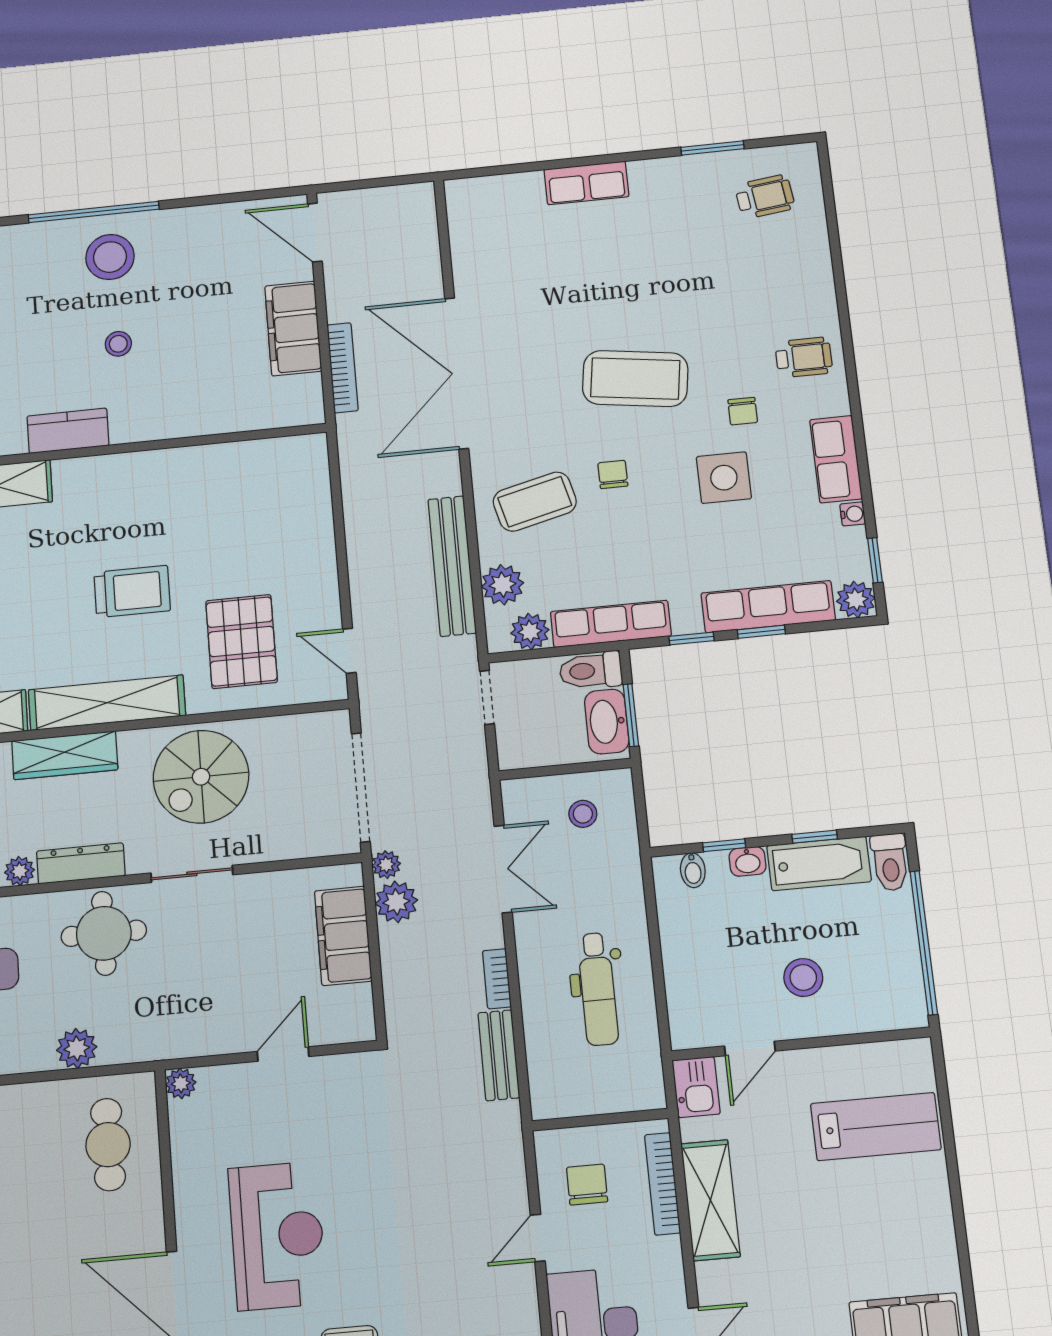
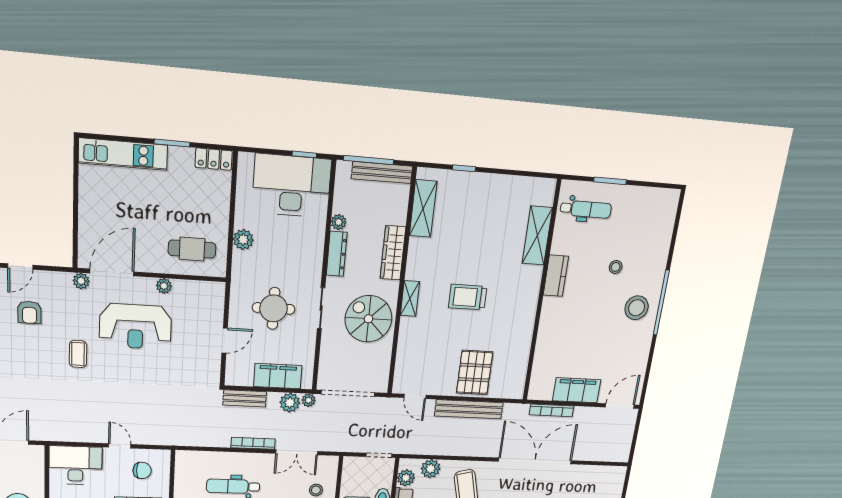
stool: (118, 344) -> (616, 267), moved
bench: (452, 566) -> (469, 409), moved
trolley: (132, 592) -> (468, 297), turned 90
pallet: (241, 641) -> (475, 373), moved, turned 90
door: (349, 651) -> (415, 396), swing flipped
shelving: (107, 703) -> (410, 298), width x0.45, depth x0.75
round table: (104, 933) -> (274, 308), moved
bookcase: (497, 979) -> (253, 443), width x1.56
door: (283, 1054) -> (225, 341), hinge flipped
bench: (499, 1055) -> (245, 398), moved
plant: (181, 1083) -> (164, 286), moved

